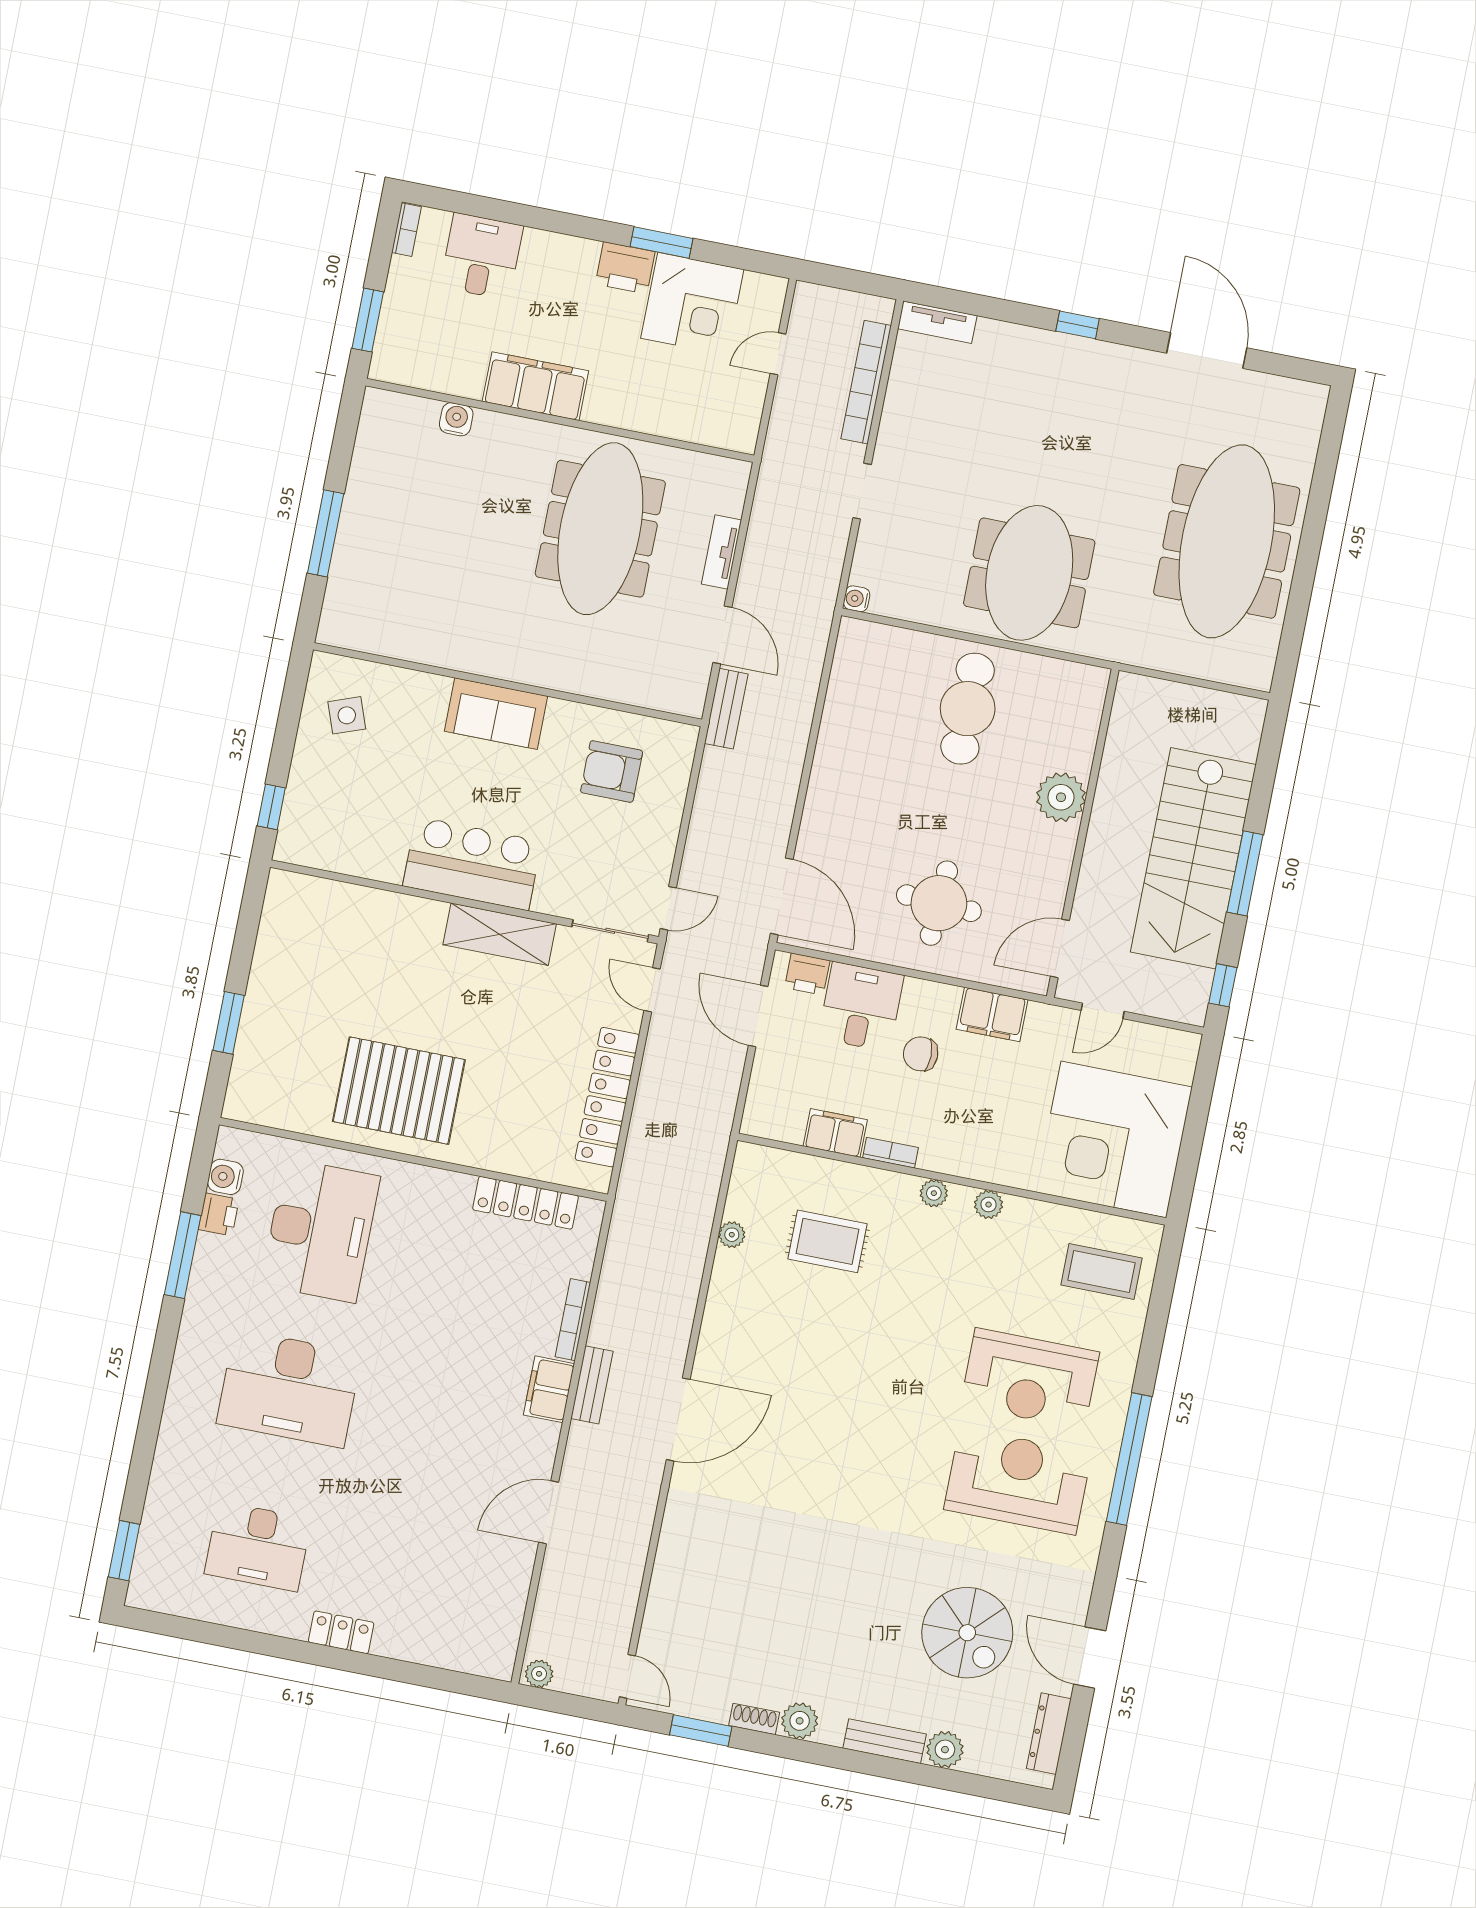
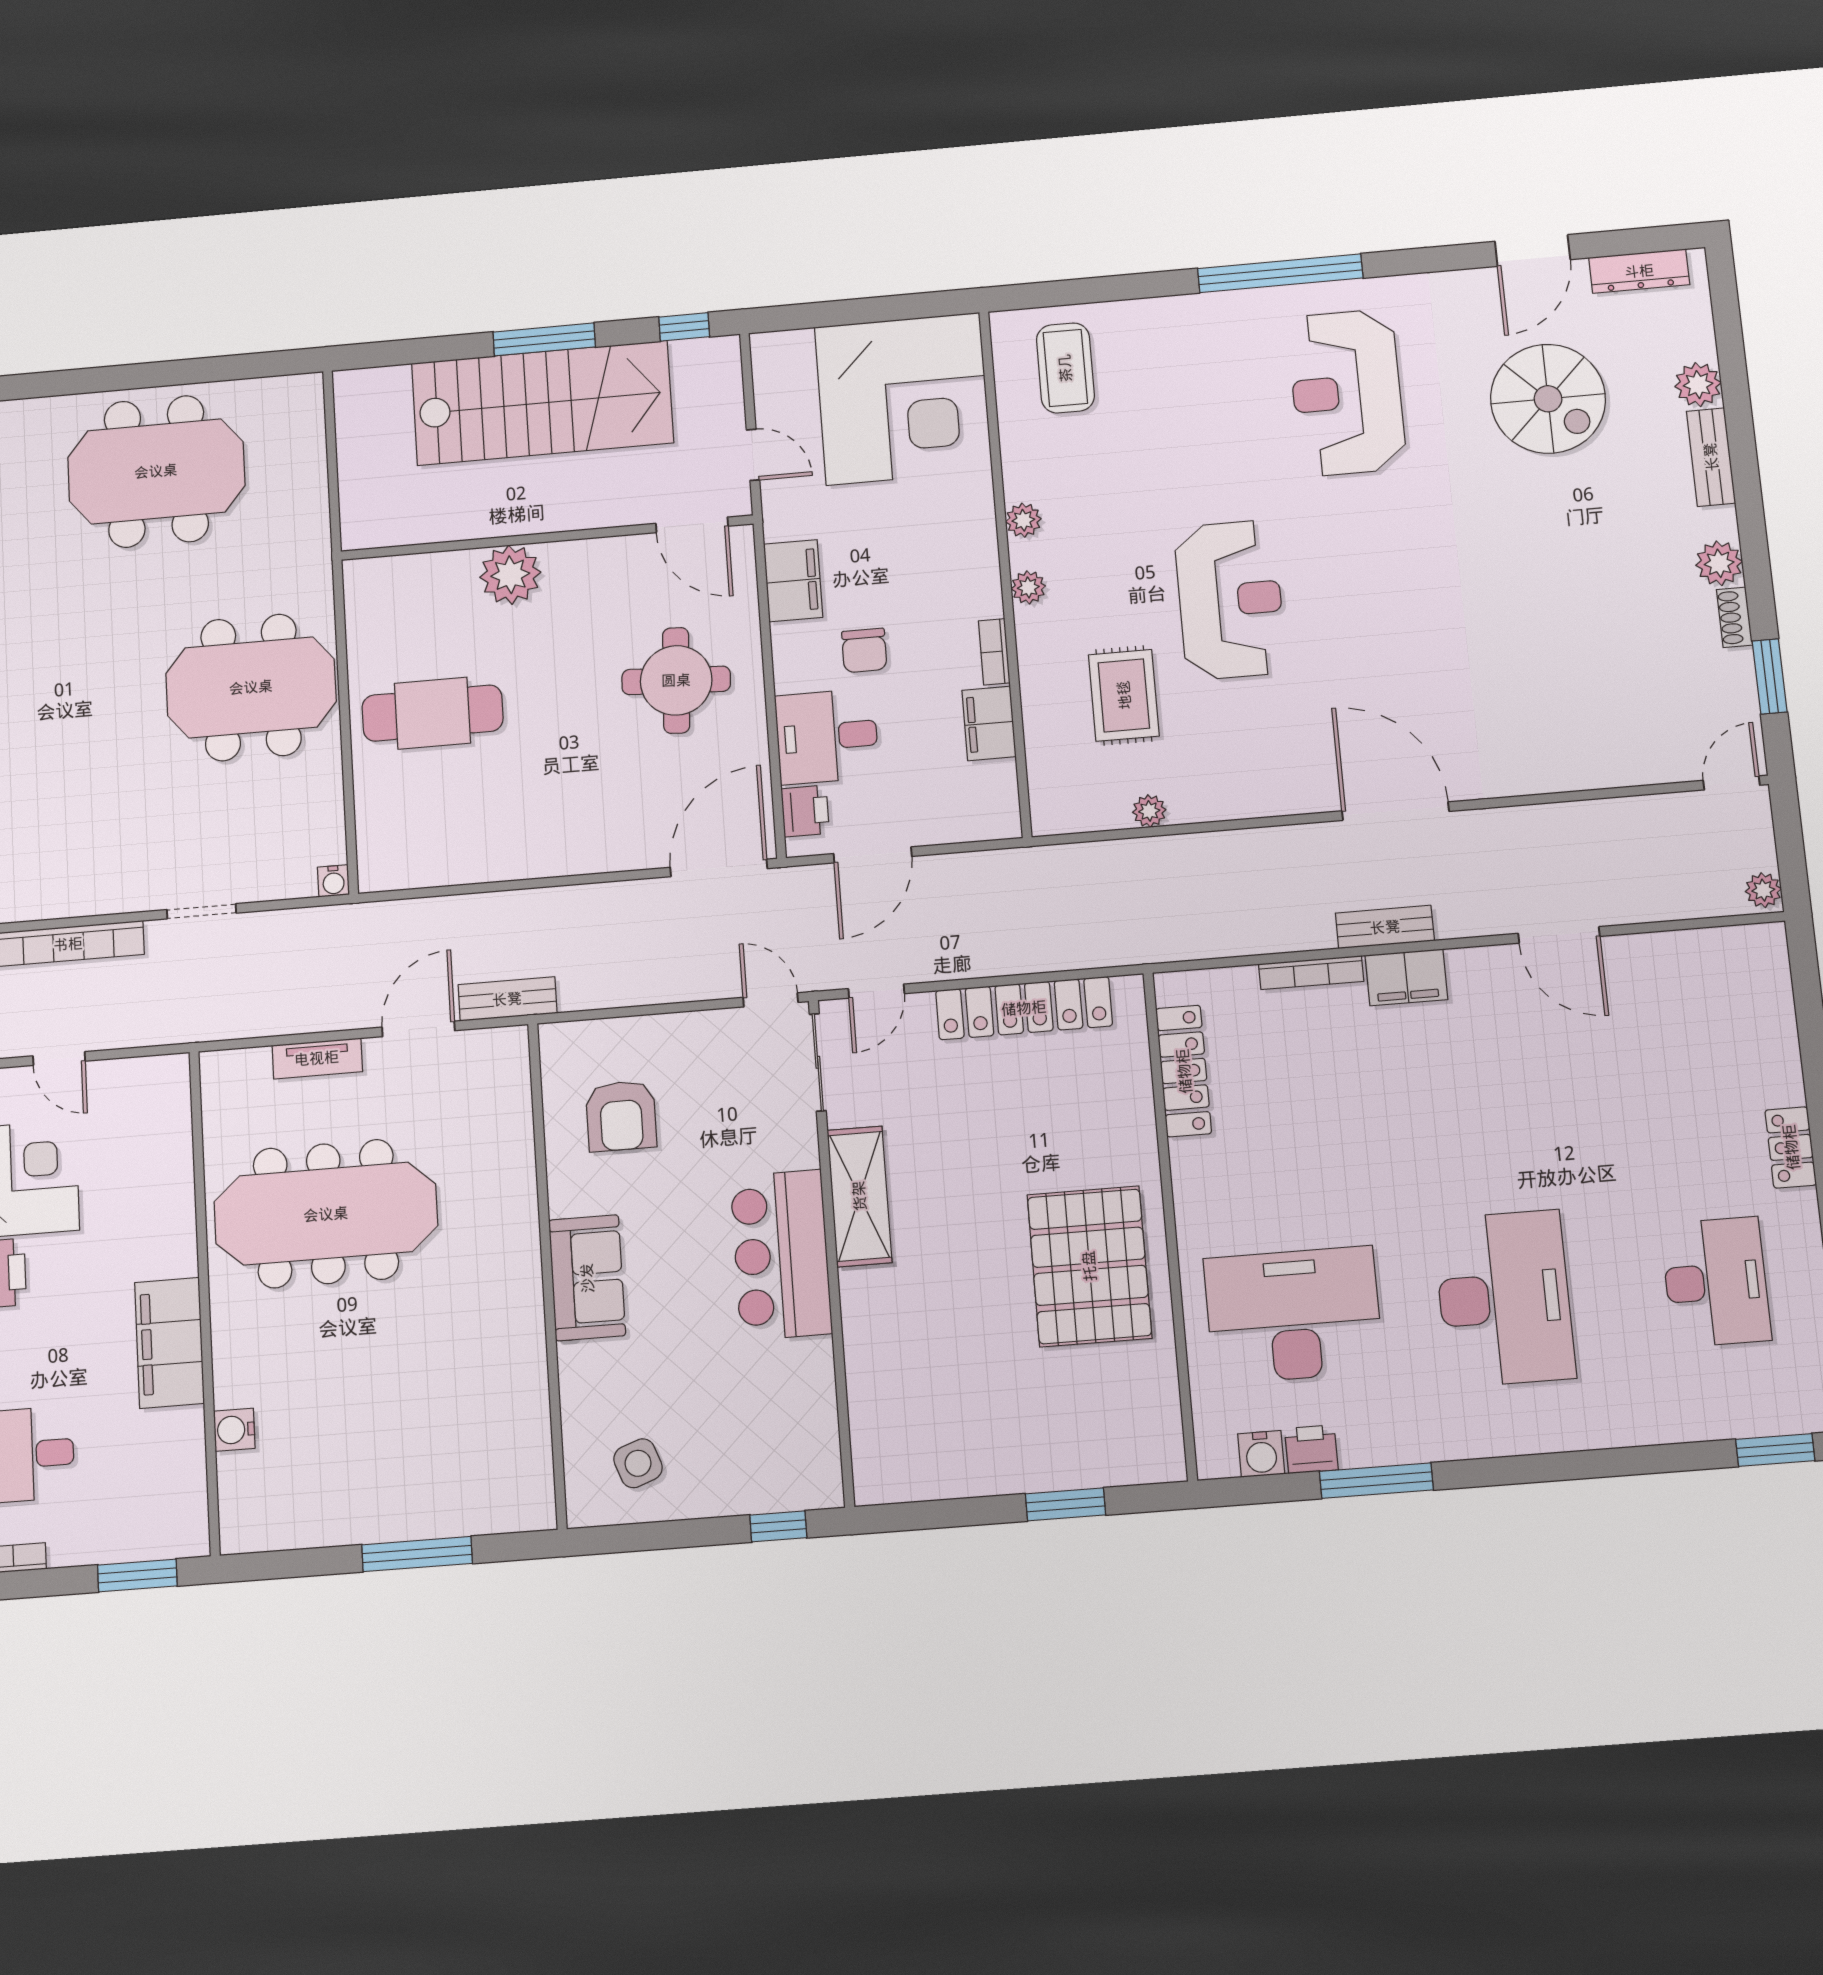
meeting table: (1227, 541) -> (156, 471), width x0.73
reception desk: (1030, 1379) -> (1230, 600), moved
spiral stairs: (967, 1633) -> (1548, 399), turned 90

